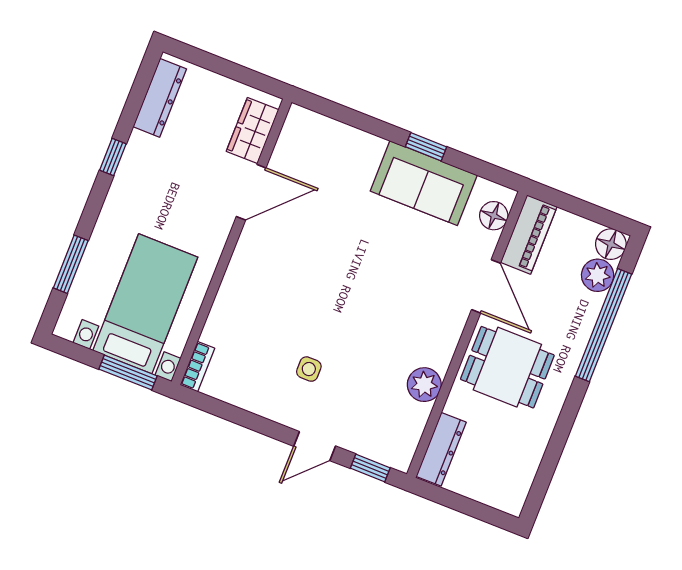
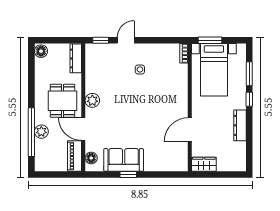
dresser: (160, 98) -> (240, 125), moved
wardrobe: (252, 131) -> (204, 164), moved, turned -90
window: (113, 157) -> (249, 99), moved
floor lamp: (611, 244) -> (41, 51), moved
plant: (598, 275) -> (41, 132), moved
dining table: (507, 367) -> (62, 101), turned 90
plant: (424, 385) -> (92, 100), moved

